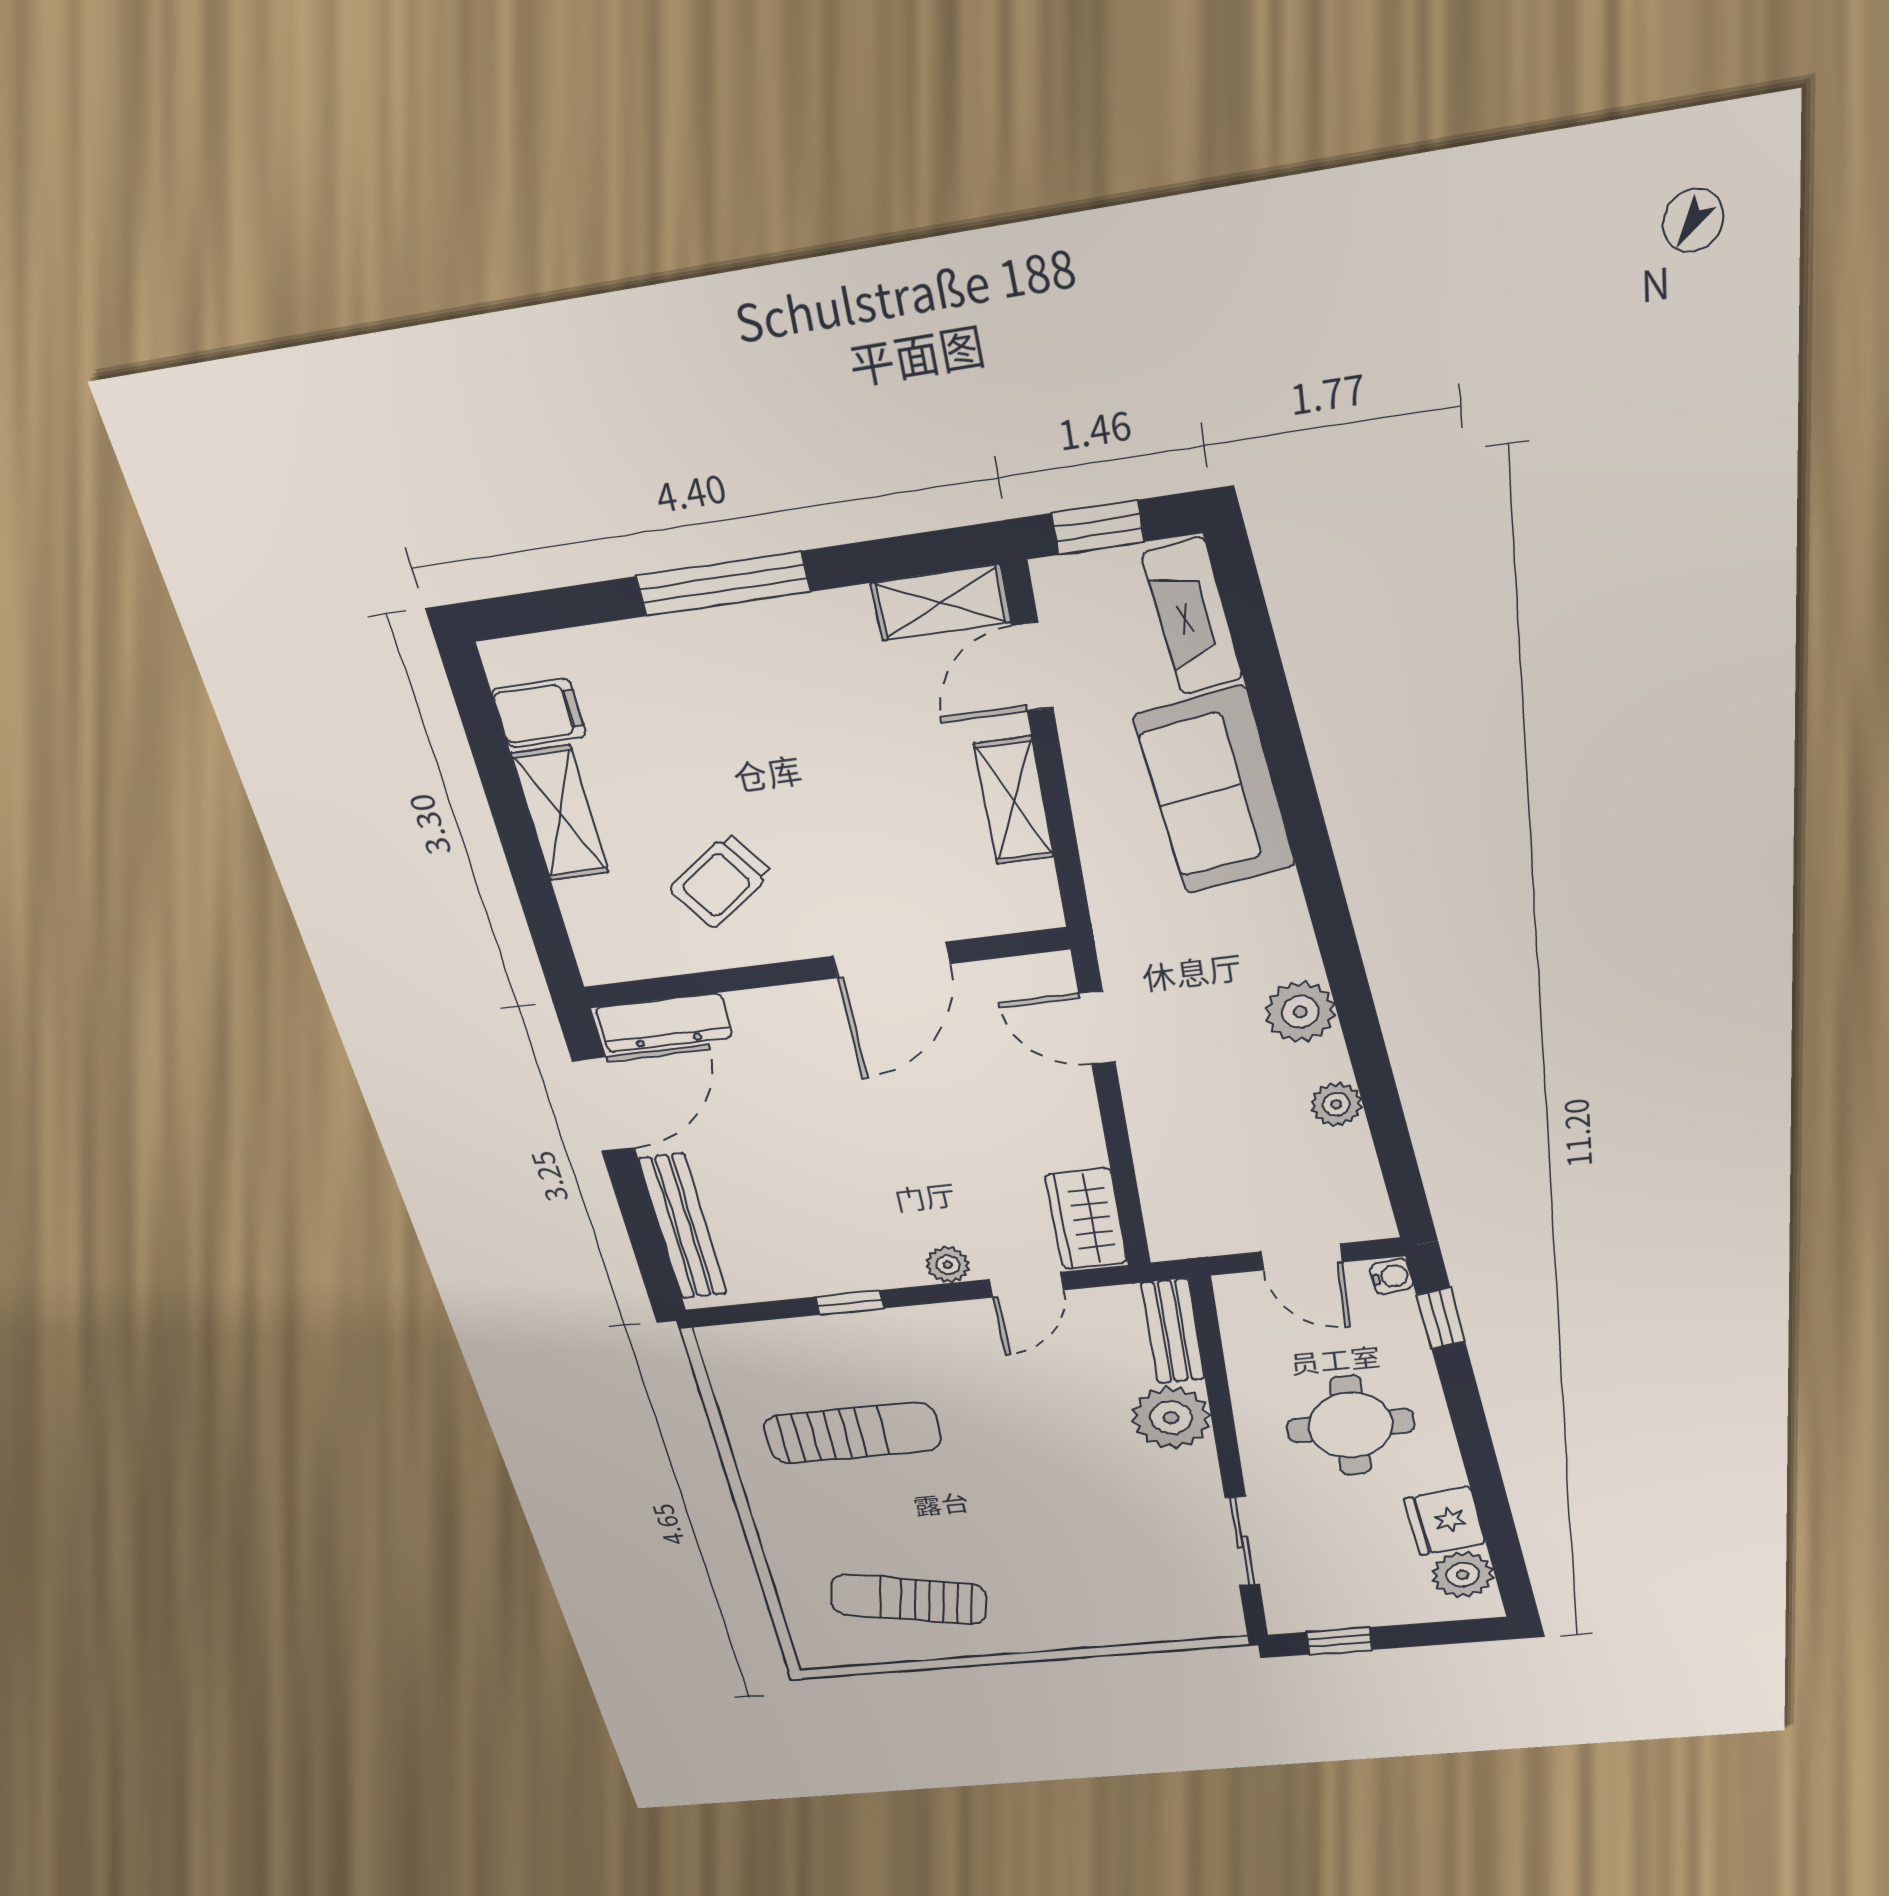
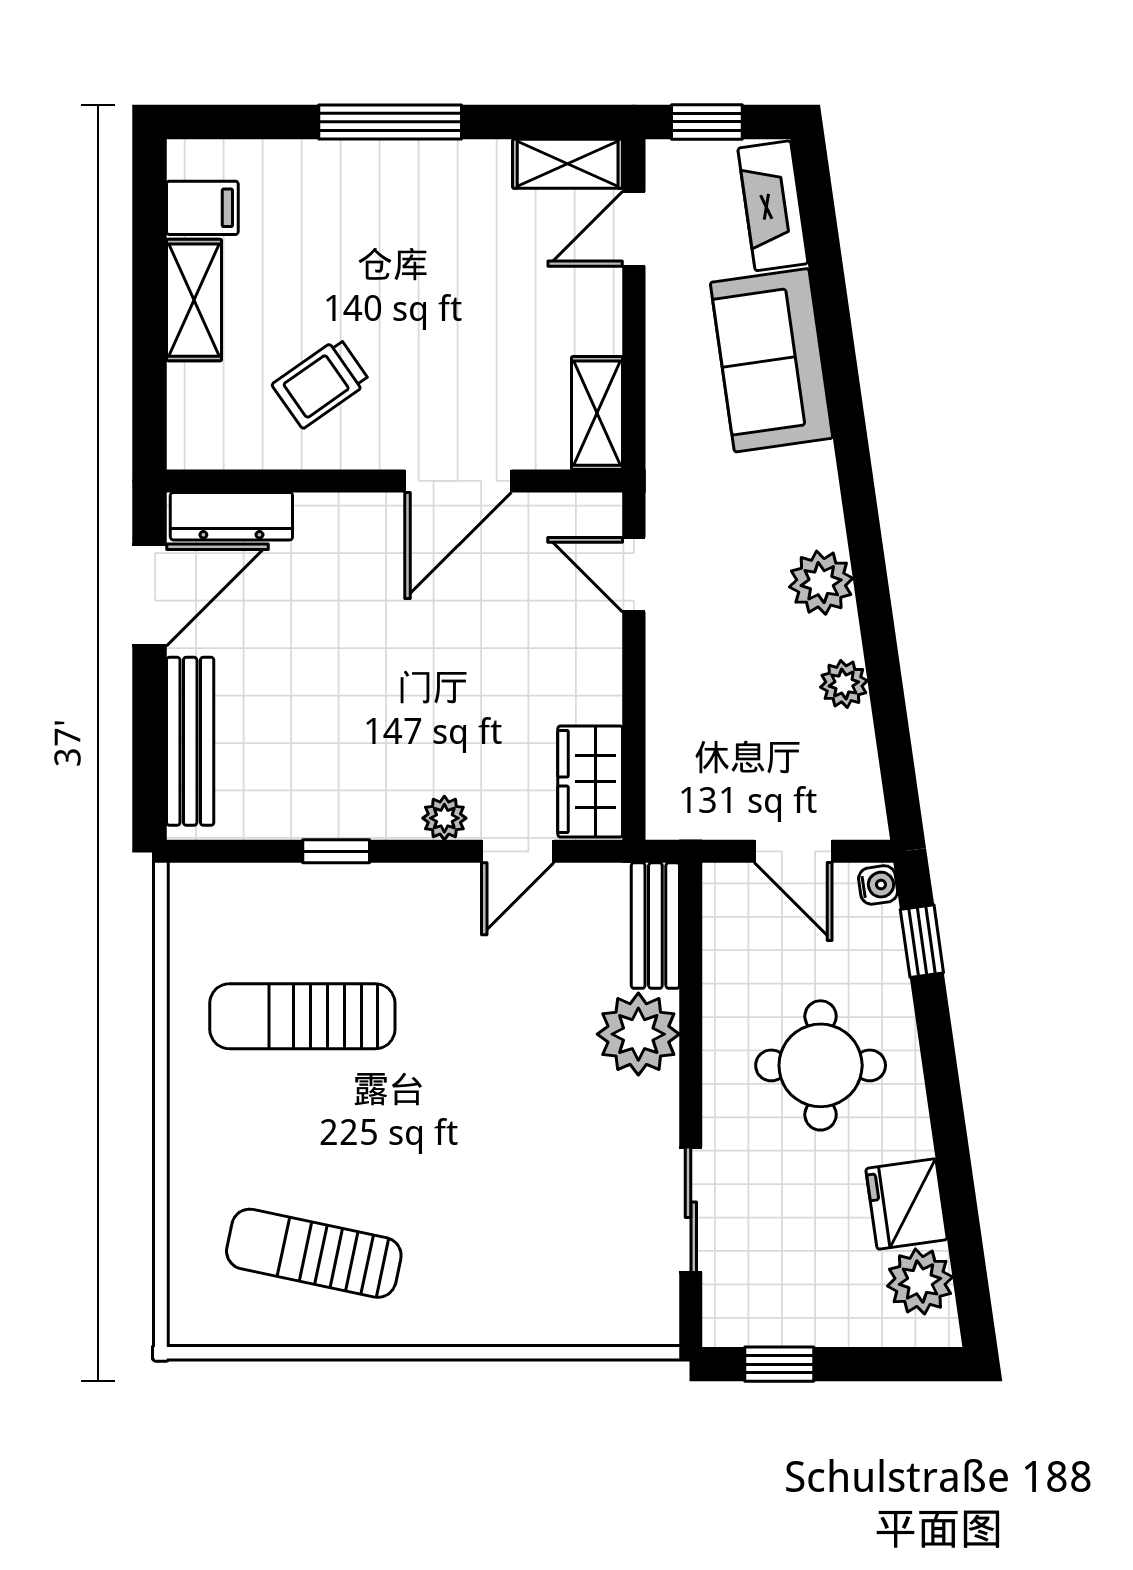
shelving: (1014, 801) -> (597, 413), moved
sun lounger: (852, 1433) -> (302, 1016), turned 180

